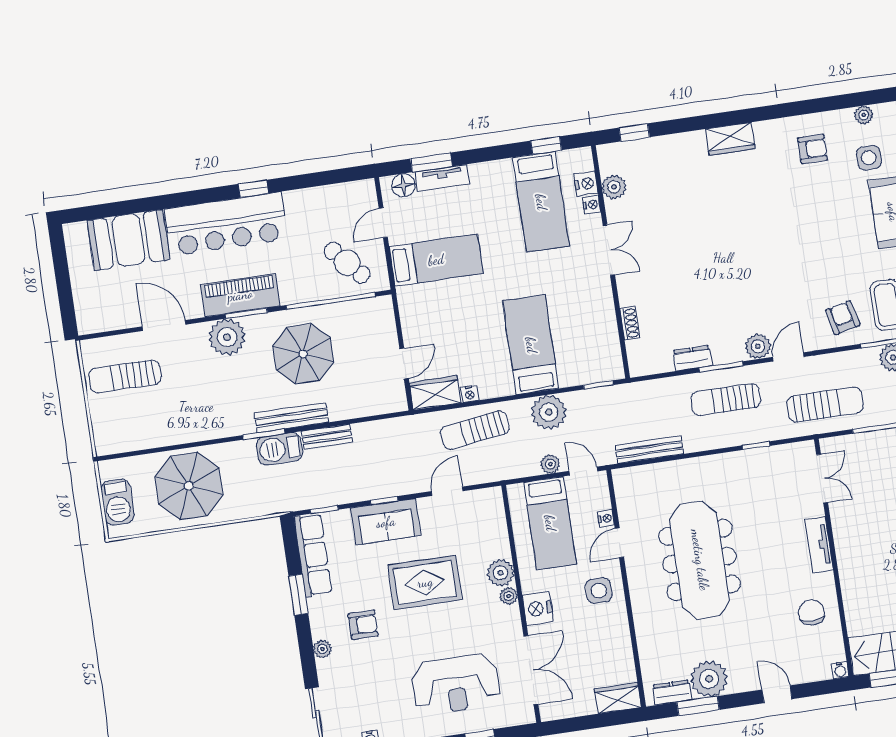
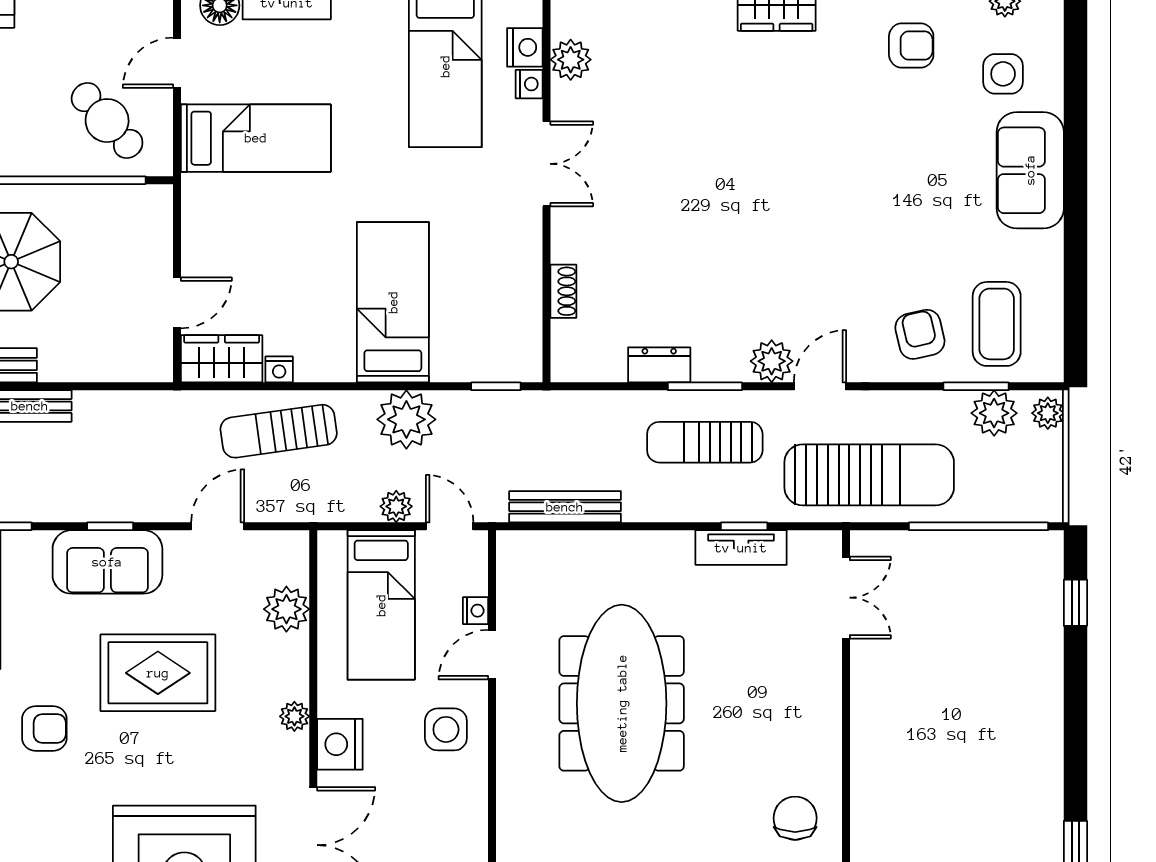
sun lounger: (825, 405) -> (869, 475), width x1.36, depth x1.34
tv unit: (819, 545) -> (741, 548), moved, turned -90
plant: (501, 573) -> (286, 609), moved

